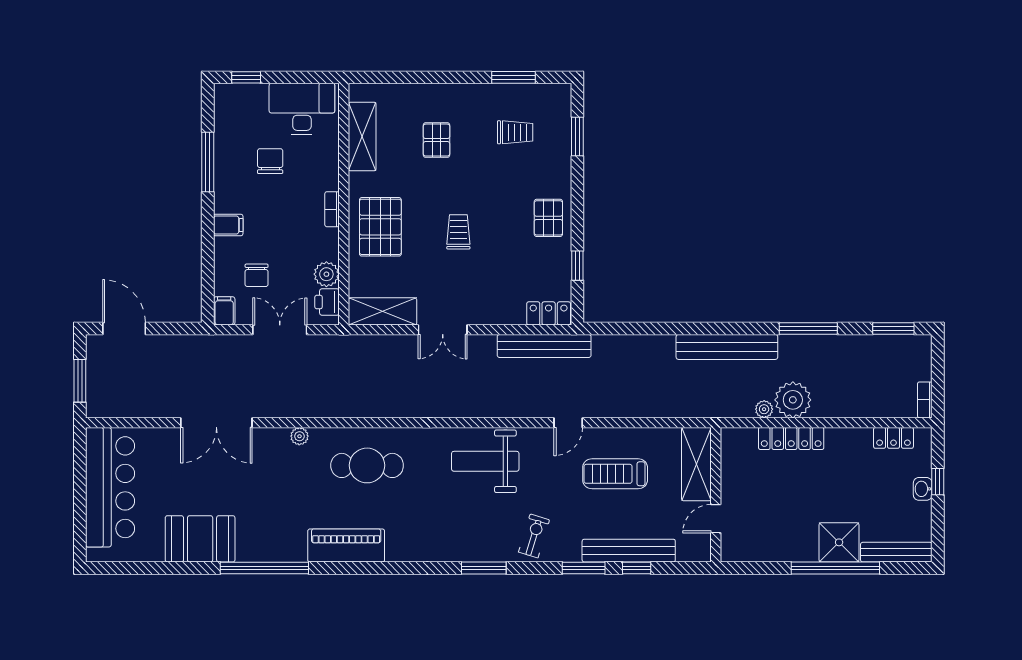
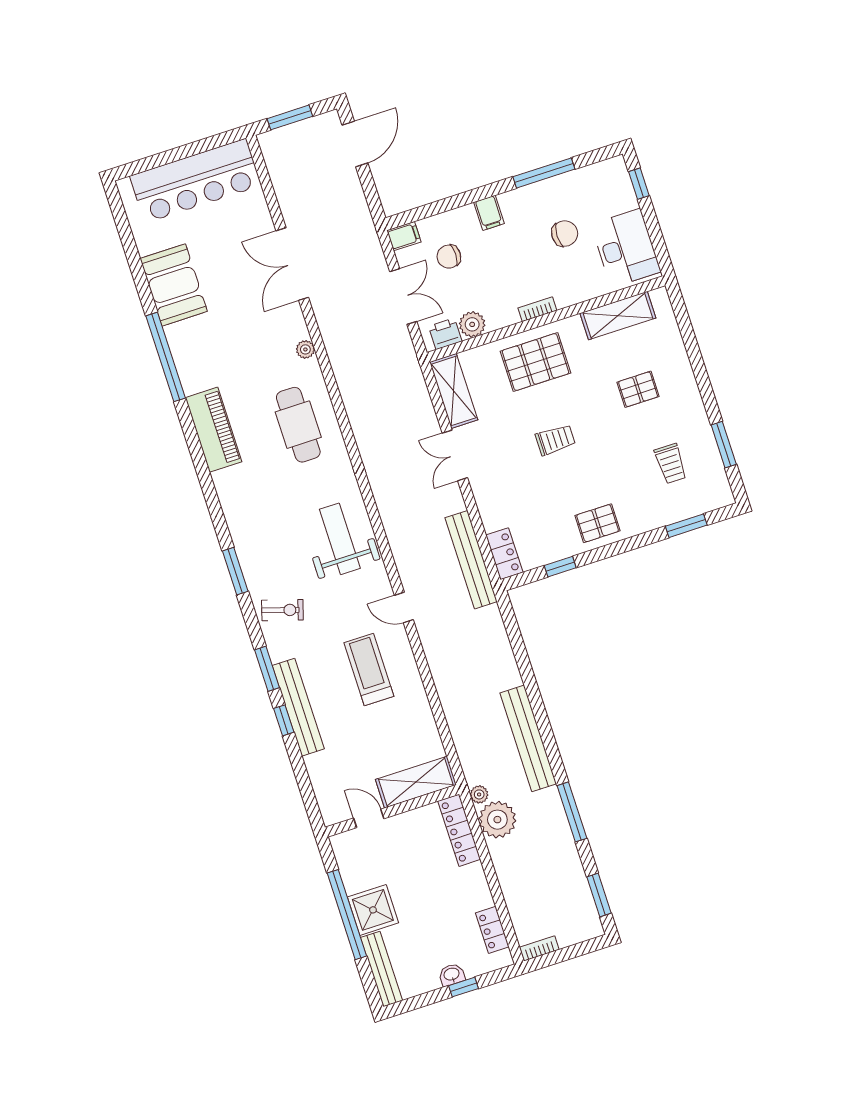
shelving: (696, 464) -> (416, 782), moved
wall: (716, 495) -> (392, 811), moved
door: (716, 519) -> (369, 818), moved

